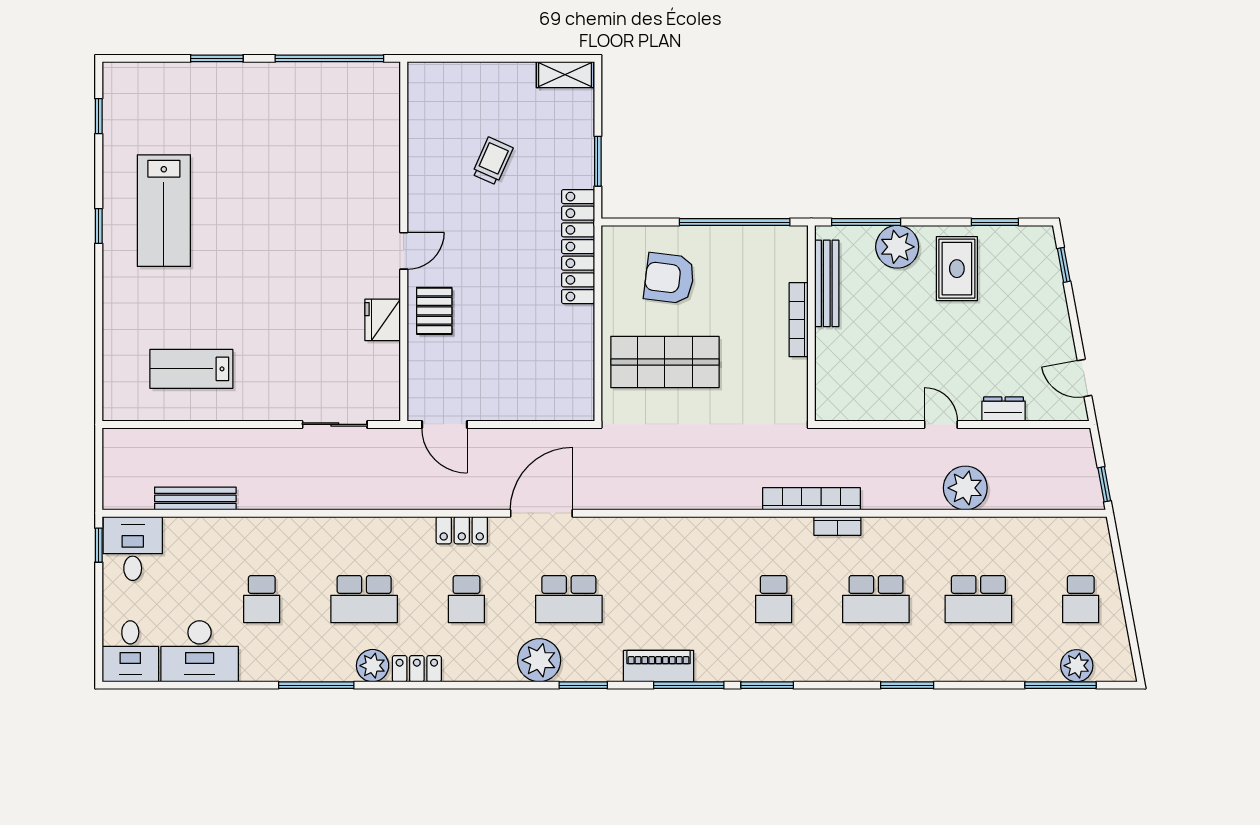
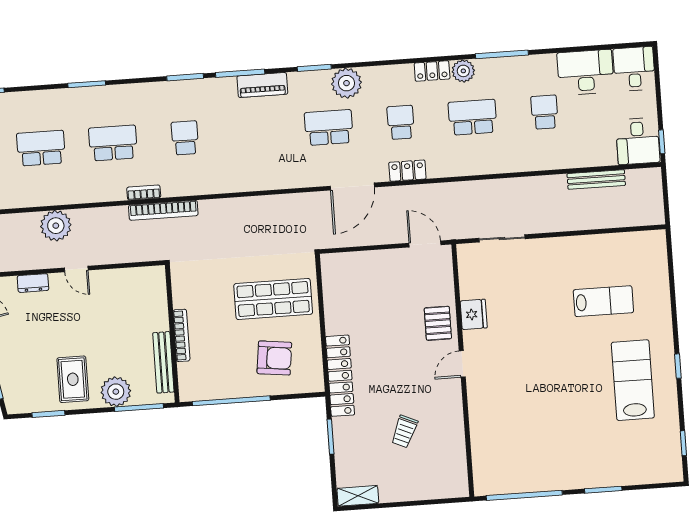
lab bench: (191, 369) -> (603, 301), moved

